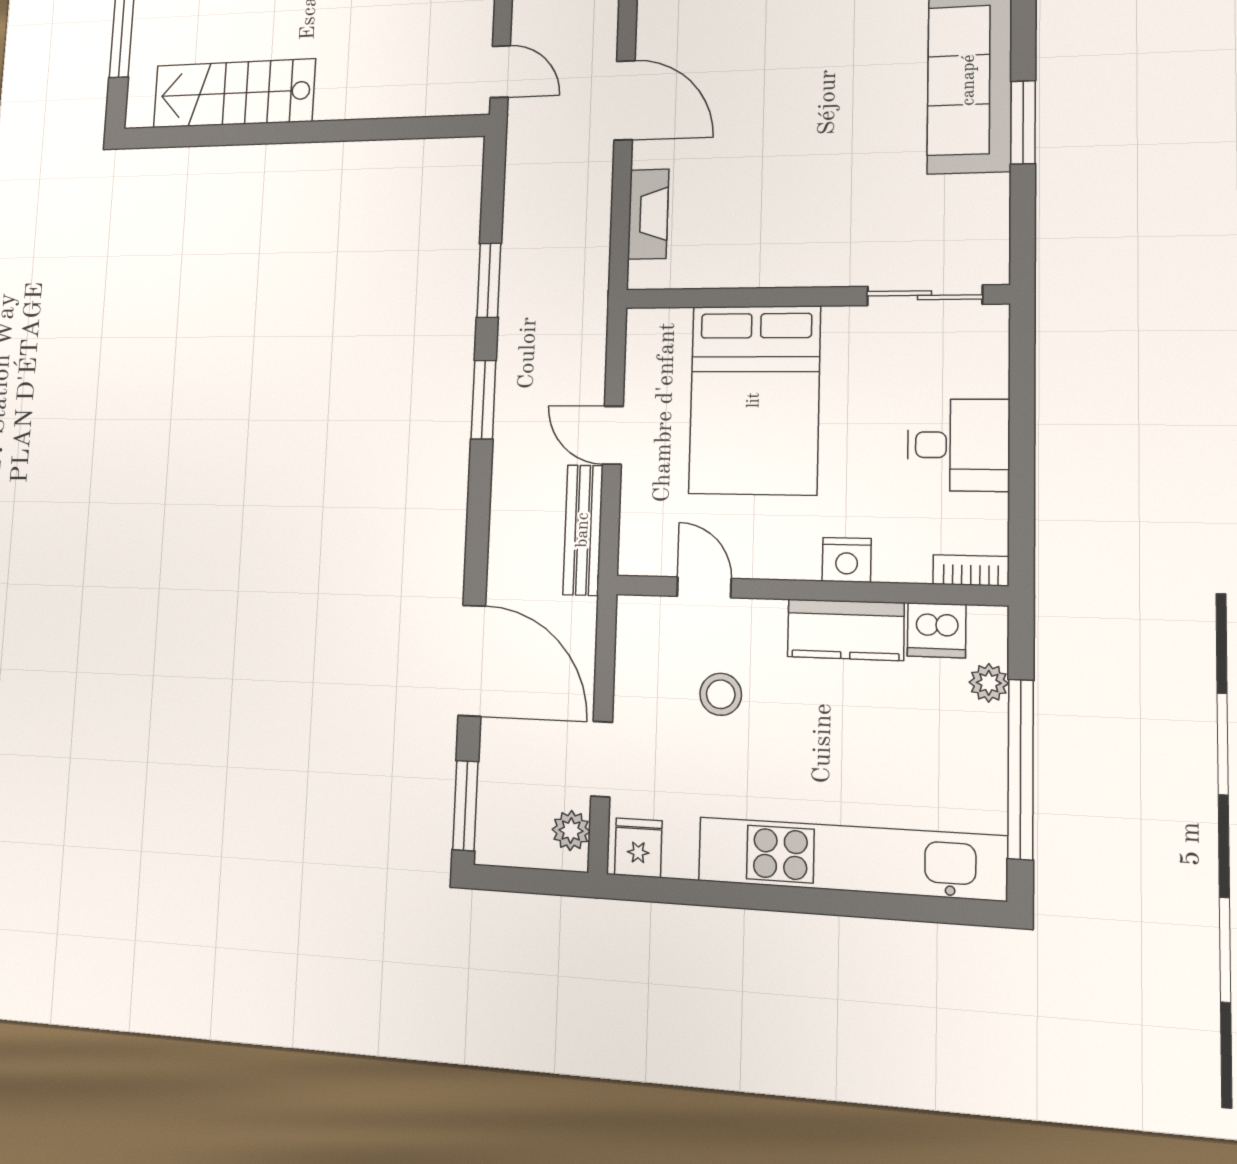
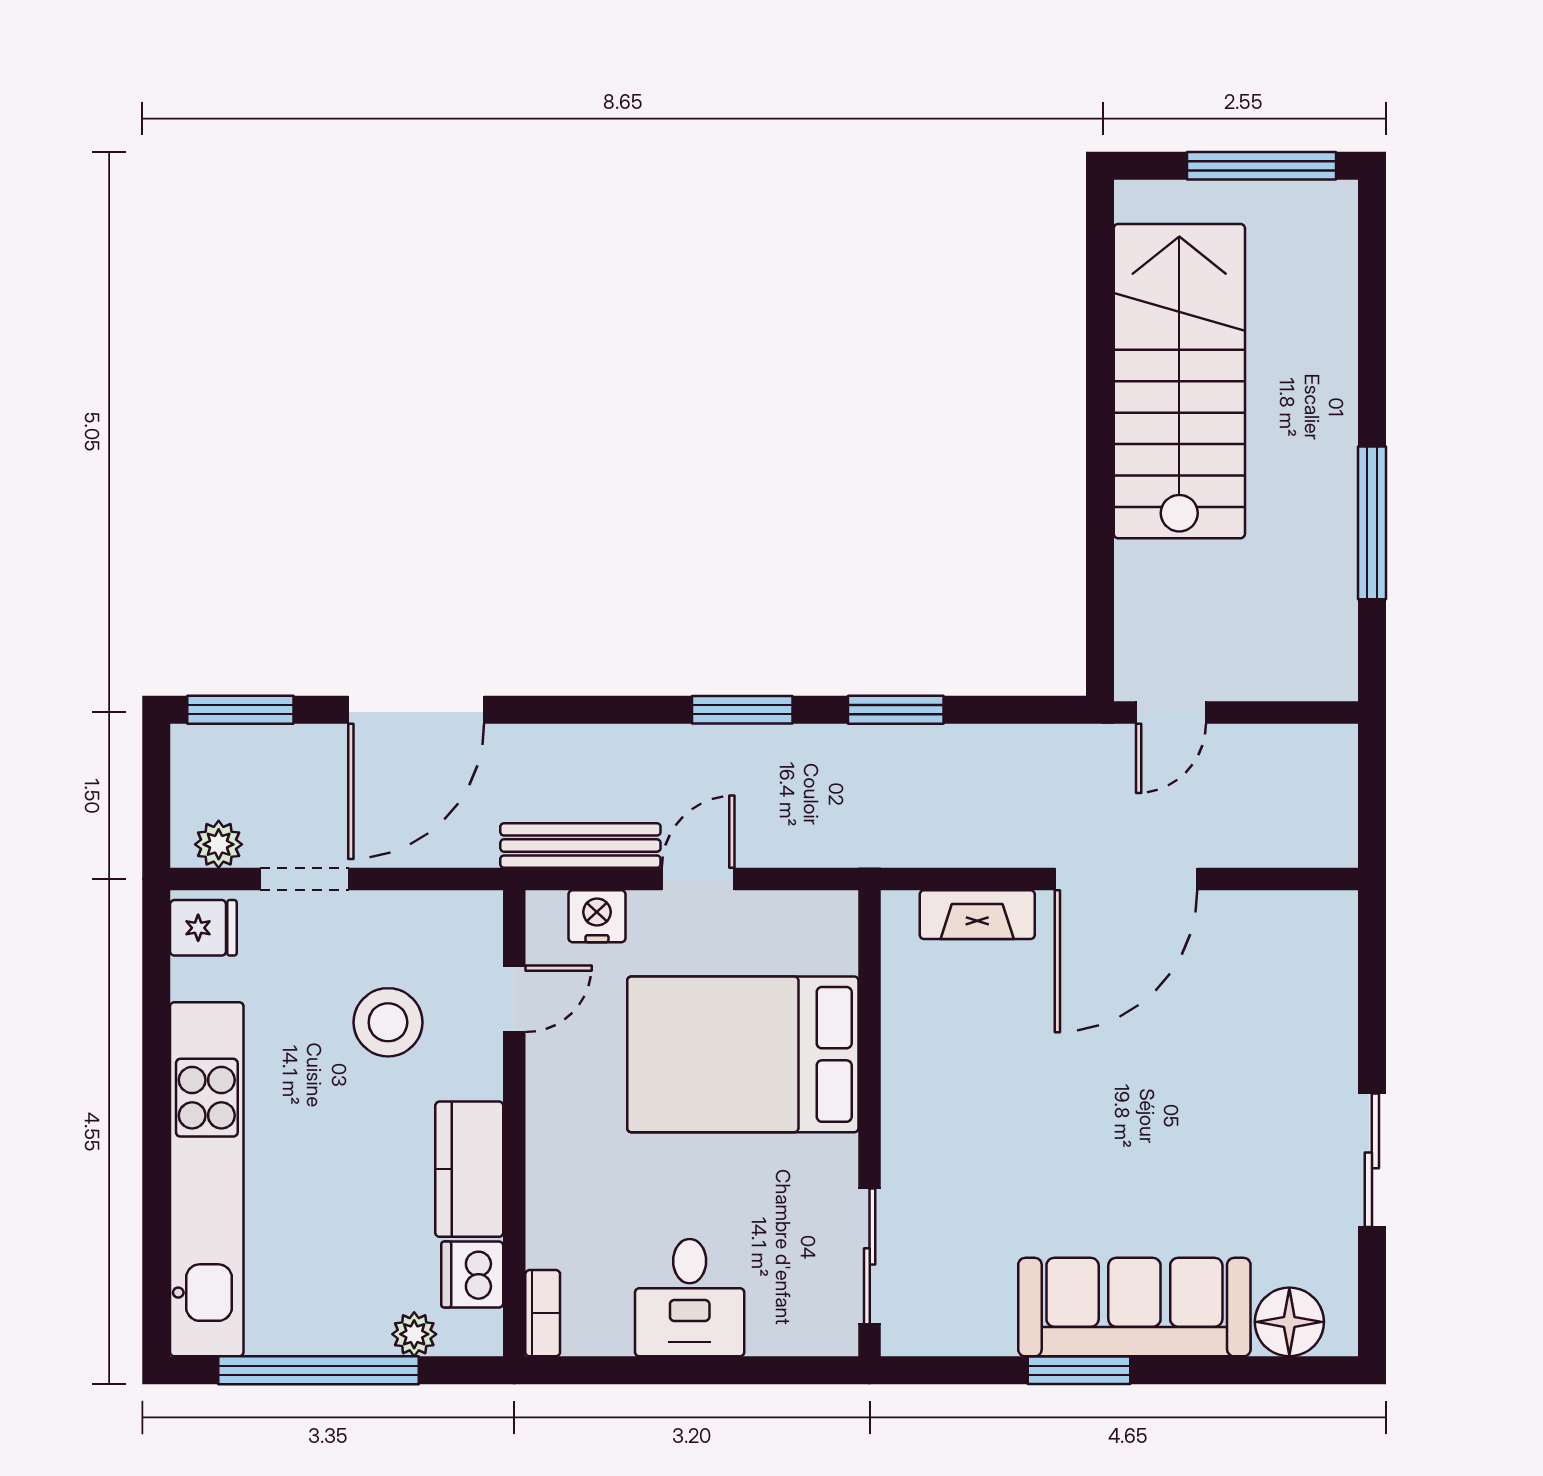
stairs: (234, 93) -> (1179, 381), width x1.36, depth x1.51
door: (624, 100) -> (1126, 879), width x1.36
nightstand: (847, 560) -> (597, 916), moved, turned 90
stool: (721, 694) -> (388, 1022), width x1.38, depth x1.38

